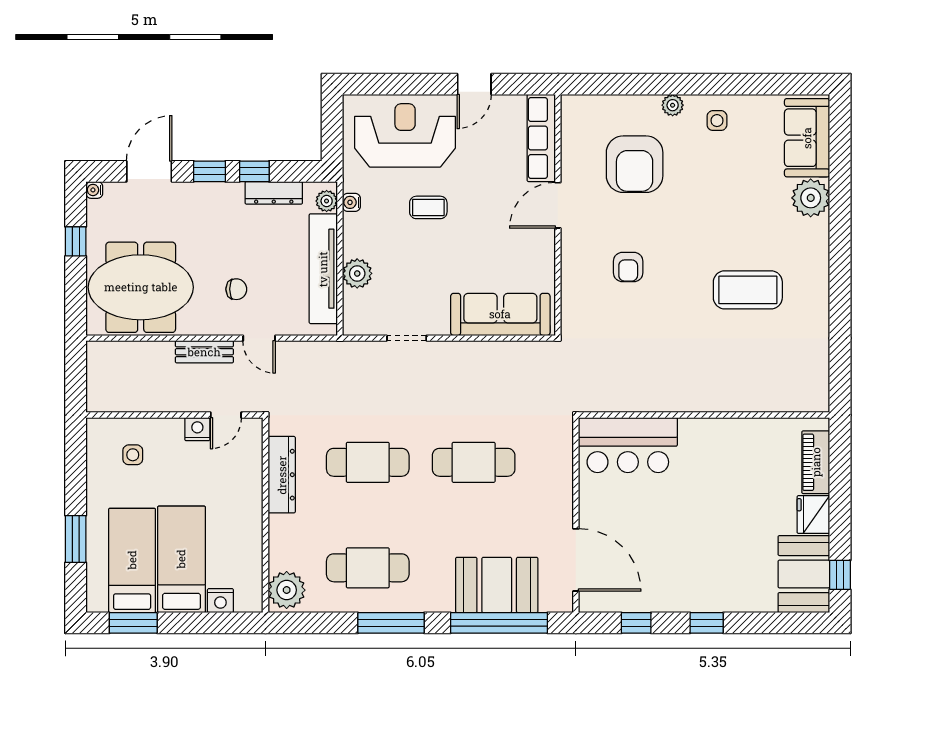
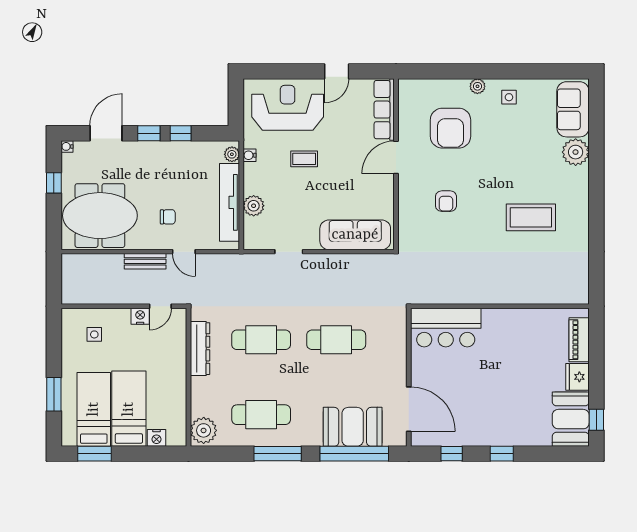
dresser: (274, 193) -> (194, 149), removed

